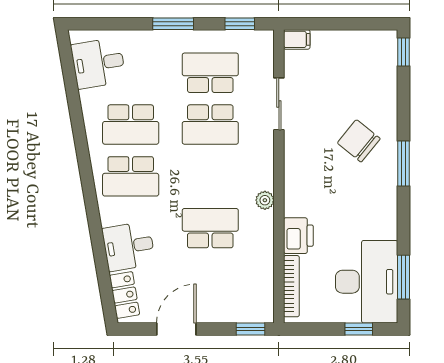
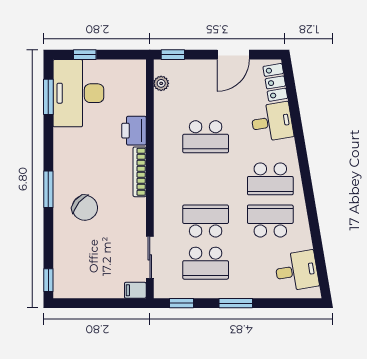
sliding door: (279, 104) -> (150, 257), moved
school desk: (131, 176) -> (270, 179), turned 180
plant: (265, 200) -> (161, 83), moved
bookcase: (291, 286) -> (140, 172), moved

